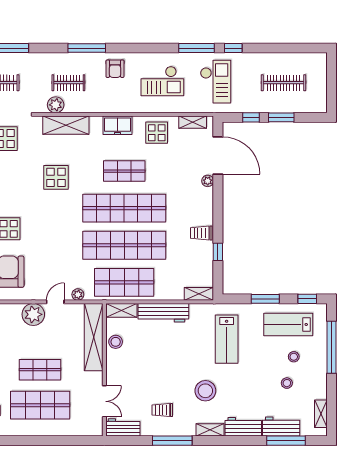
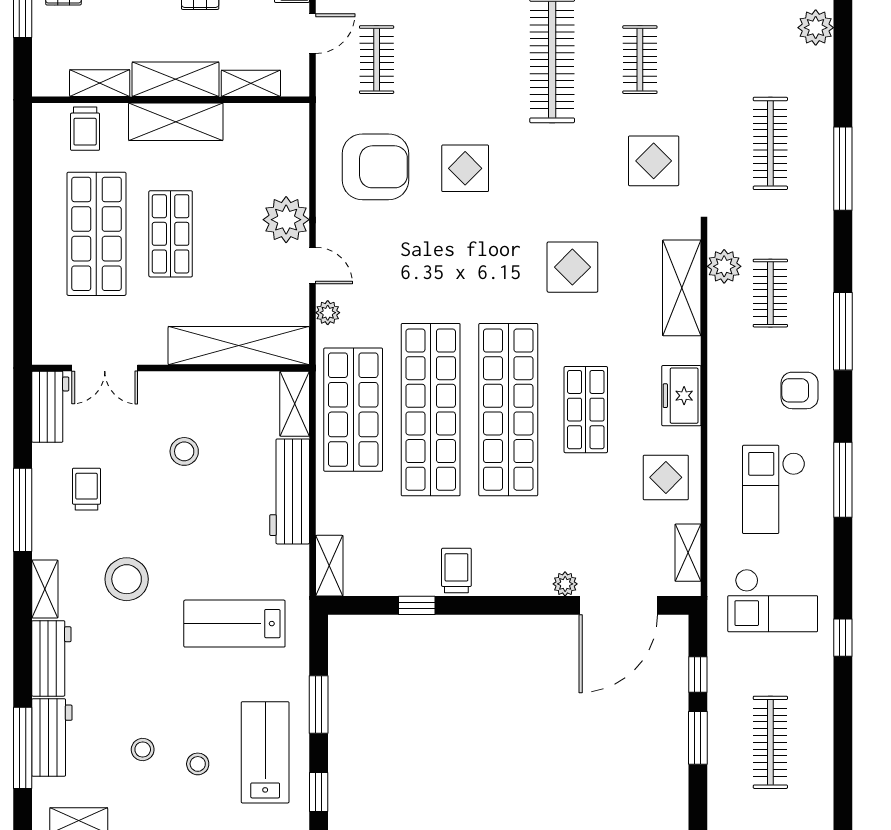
window: (196, 48) -> (843, 480), moved
stool: (116, 342) -> (184, 451), moved

